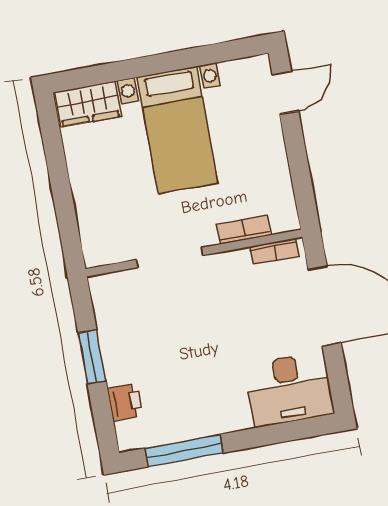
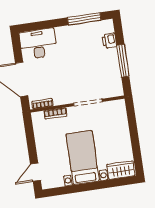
window: (92, 357) -> (123, 61), width x1.44

